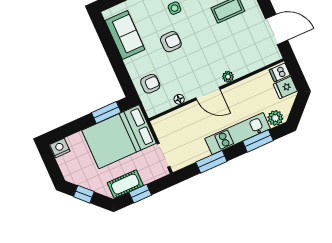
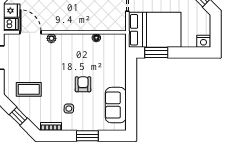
armchair: (171, 42) -> (83, 84), turned 90
armchair: (150, 84) -> (113, 59), removed
door: (208, 94) -> (31, 32), moved

